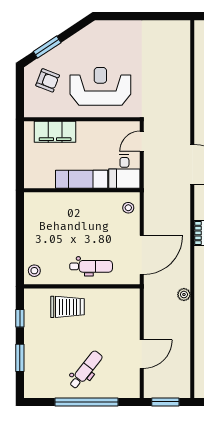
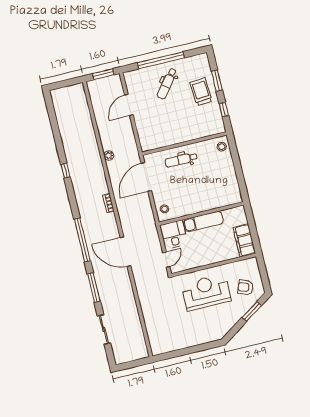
reception desk: (100, 86) -> (206, 292), turned 180
filing cabinet: (55, 132) -> (244, 240), moved, turned -90
trolley: (67, 307) -> (201, 92), moved, turned 86

